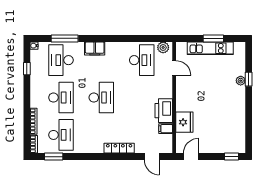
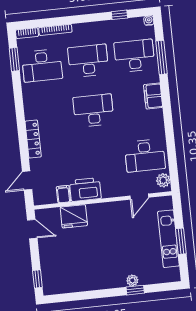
desk: (61, 98) -> (88, 61), turned 180
desk: (101, 98) -> (93, 111), turned 180

